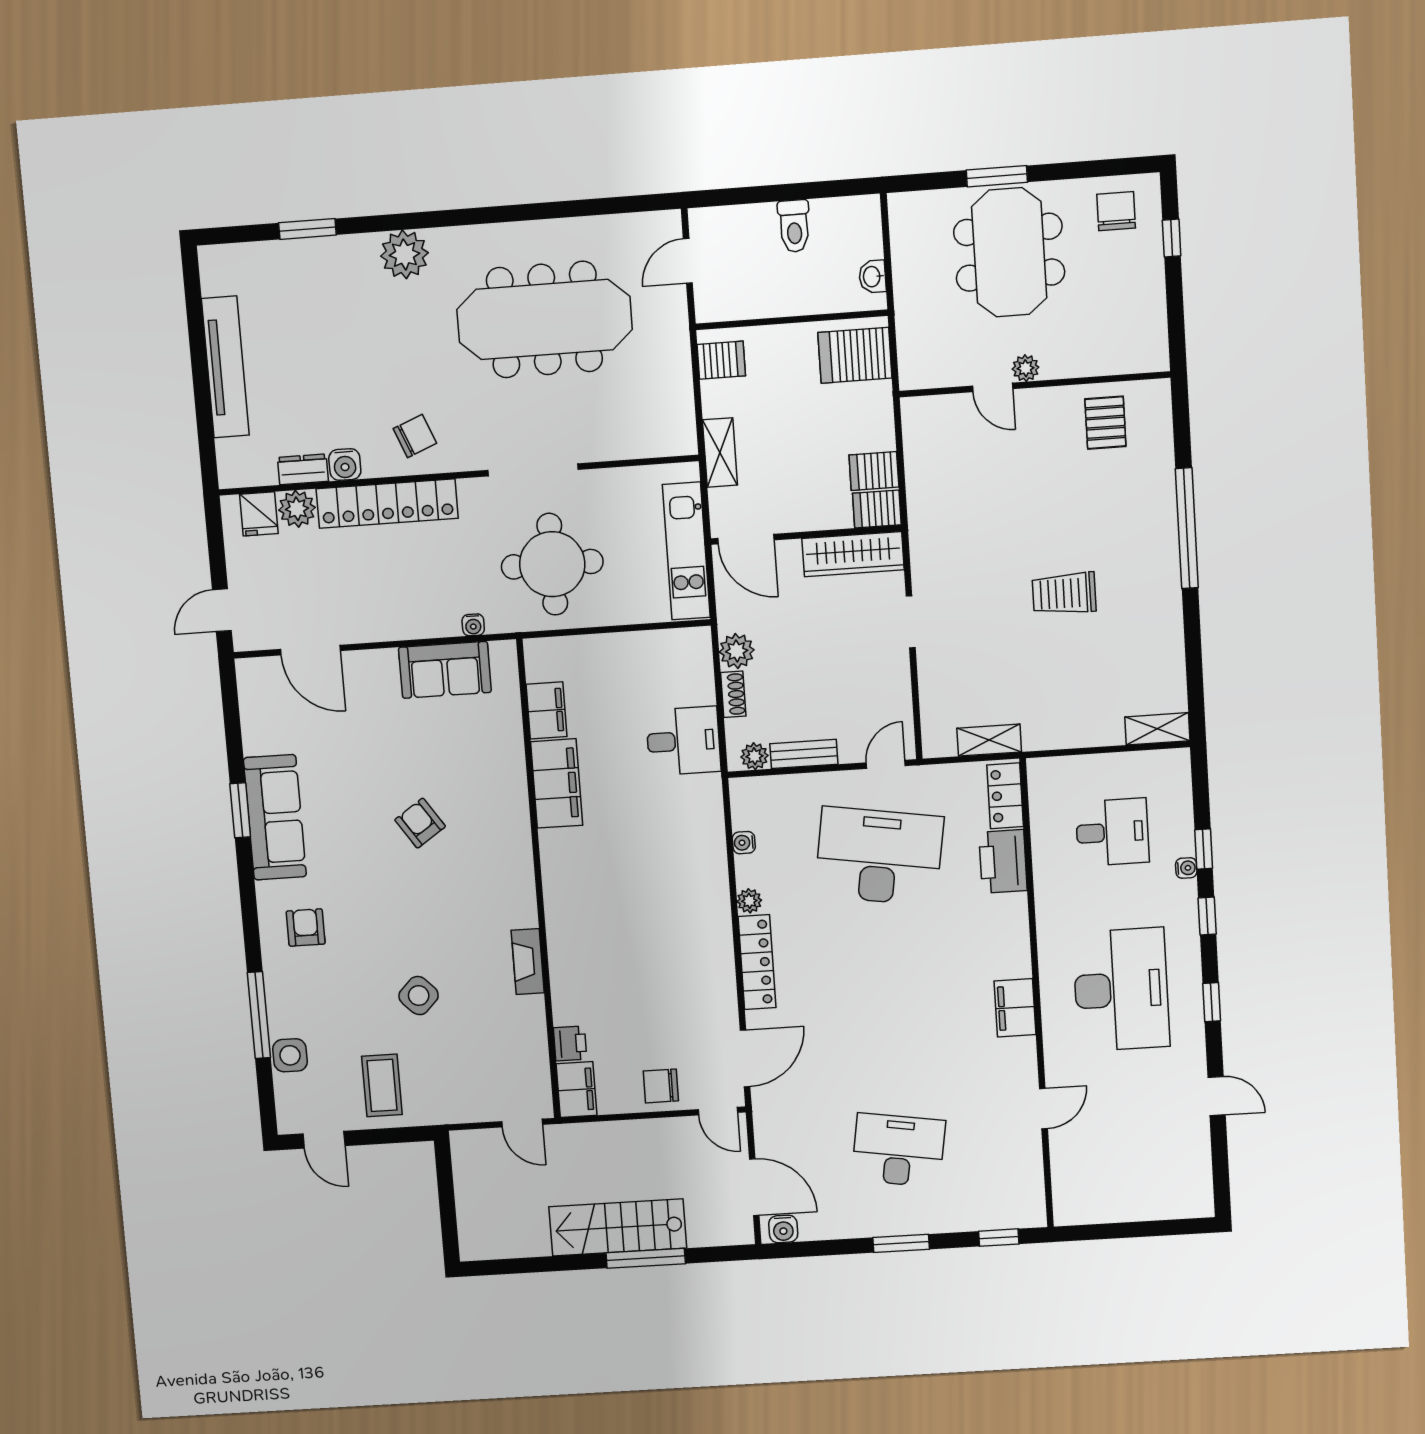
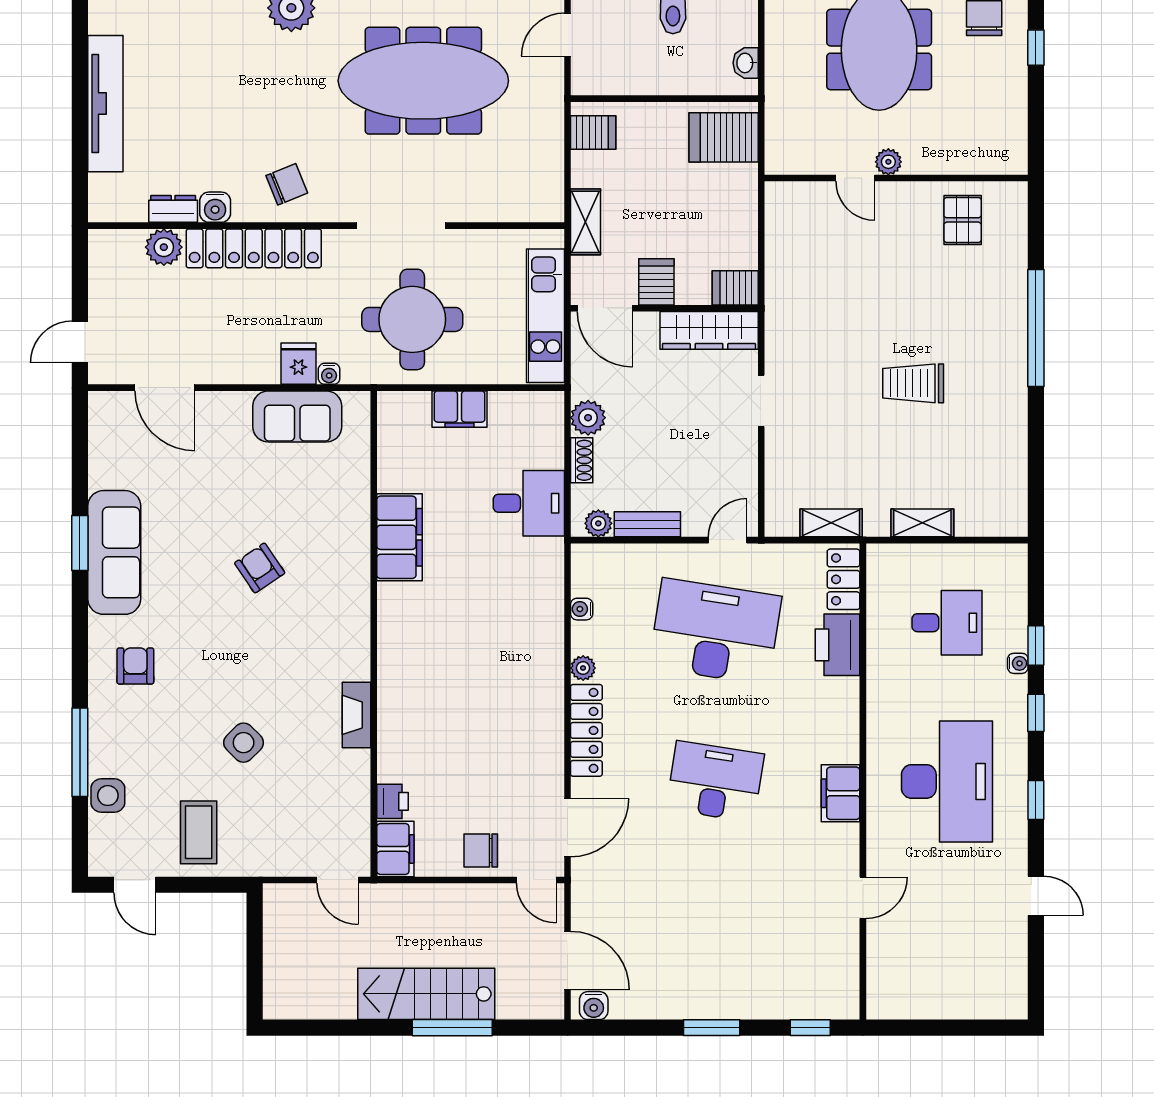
server rack: (874, 471) -> (656, 282), moved, turned 90
fridge: (259, 514) -> (298, 364), moved, turned 180
filing cabinet: (546, 710) -> (459, 409), moved, turned 90
shelving: (1157, 729) -> (922, 523), moved
desk: (898, 1150) -> (715, 781), moved

